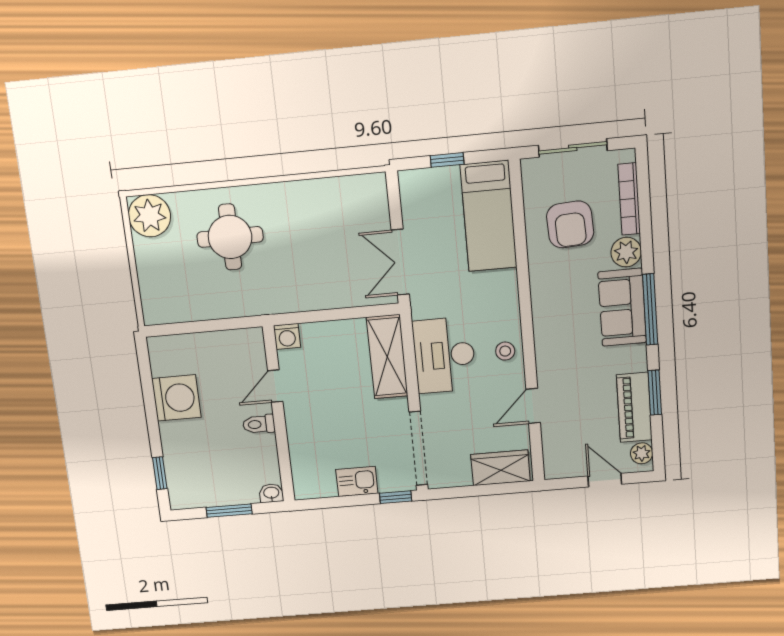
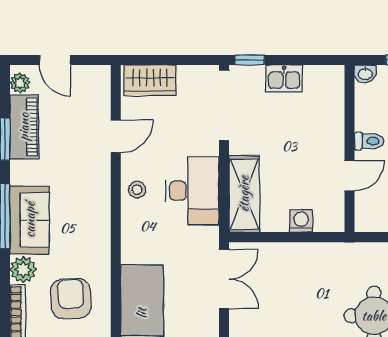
washing machine: (287, 336) -> (301, 221), moved

